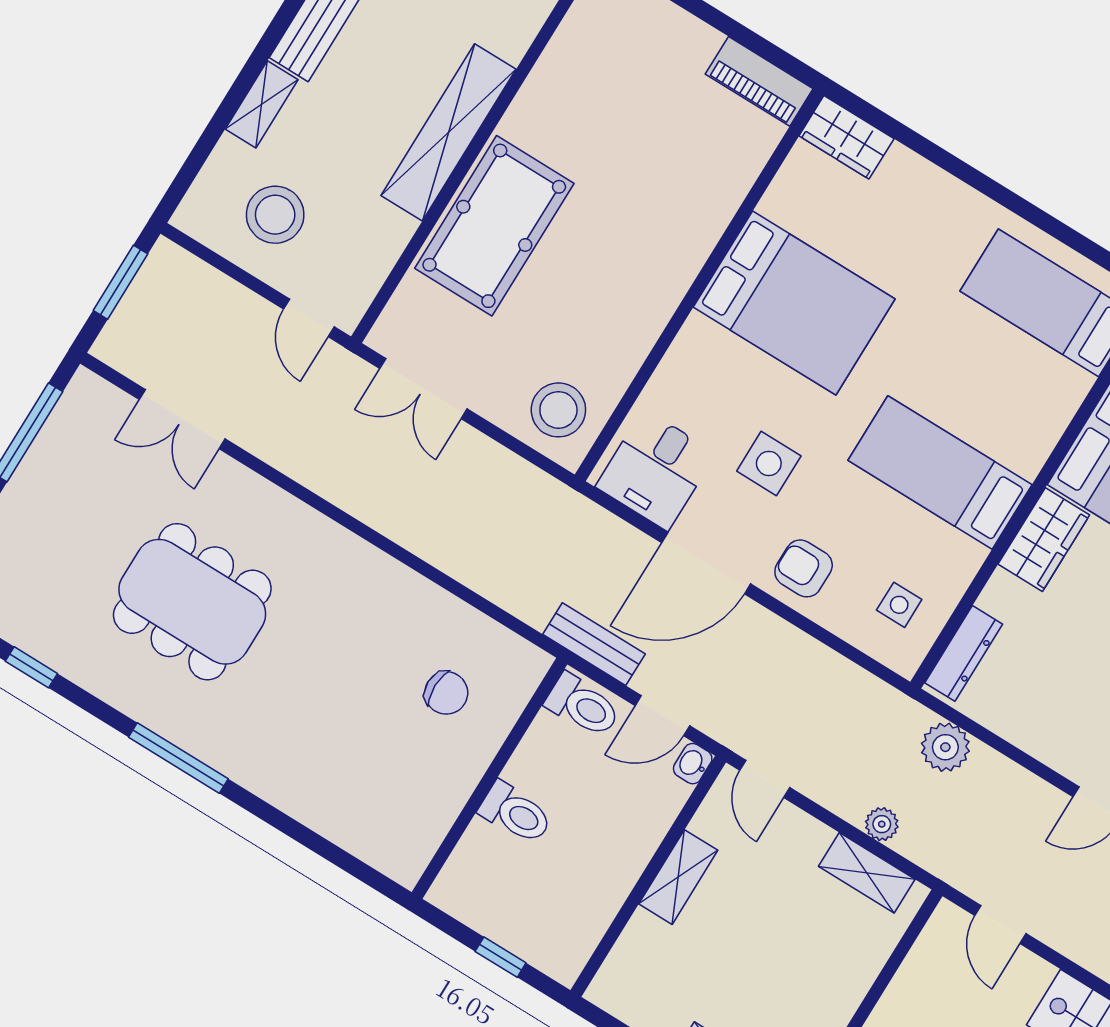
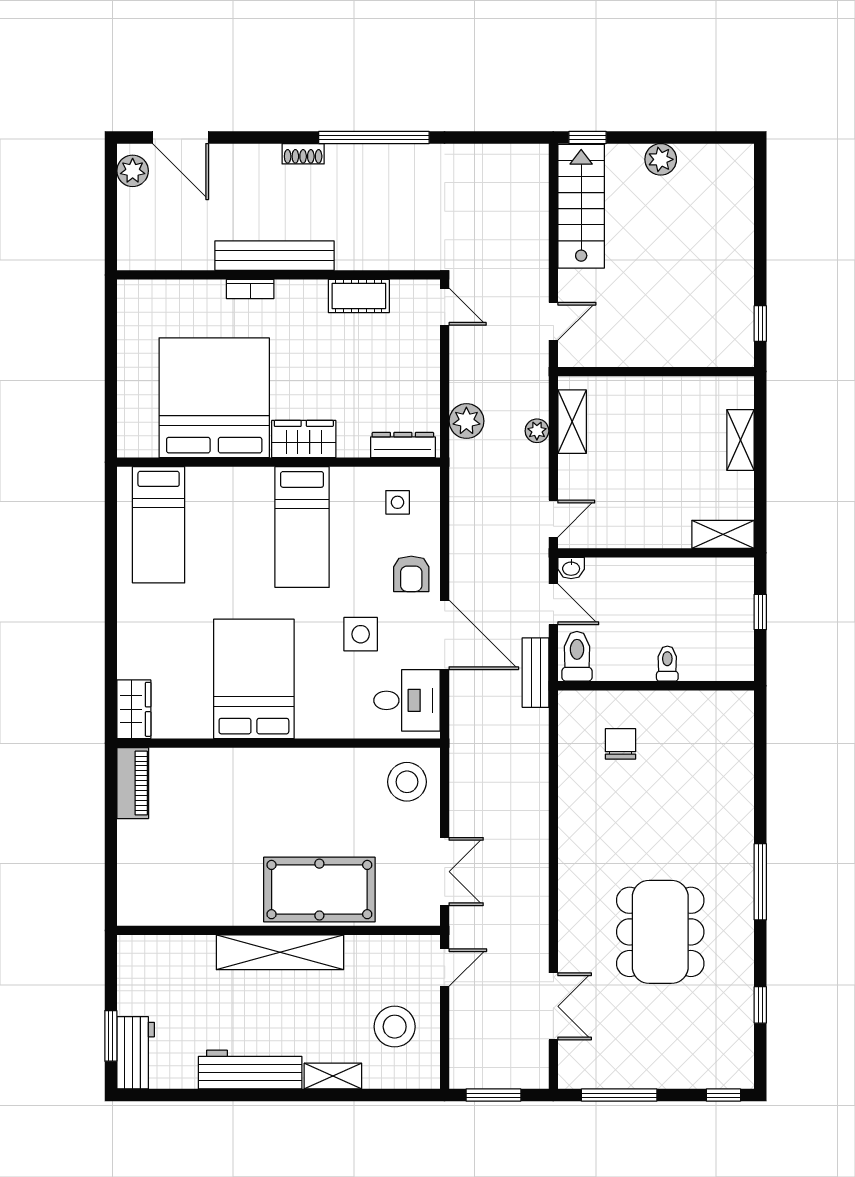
toilet: (516, 813) -> (667, 664), width x0.73, depth x0.72
shelving: (678, 877) -> (723, 534), moved

